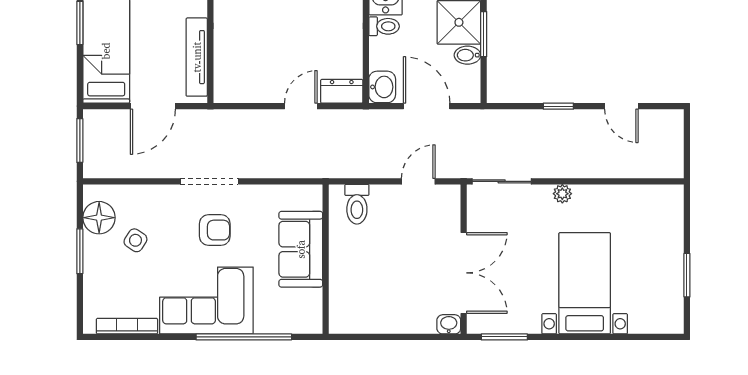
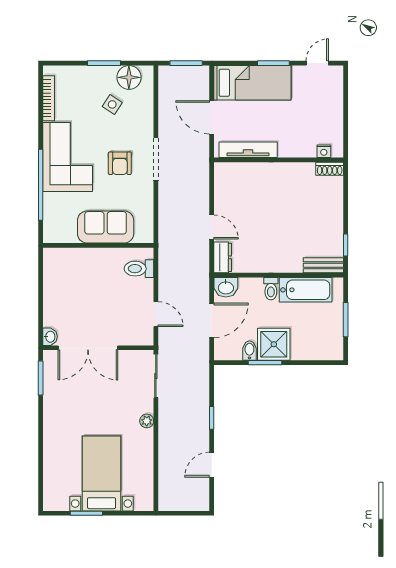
bed with nightstands: (585, 283) -> (102, 473), moved, turned -90

